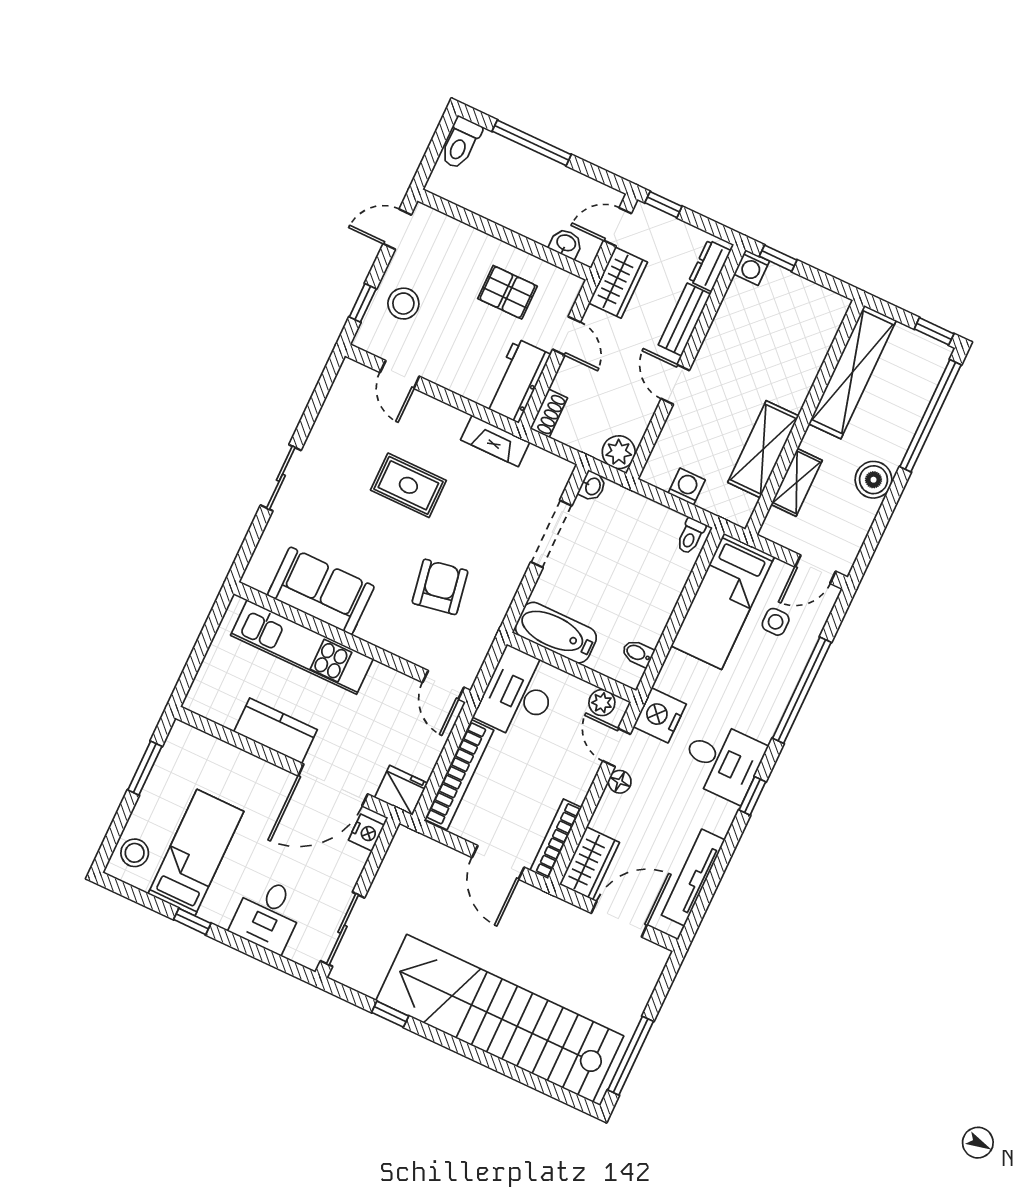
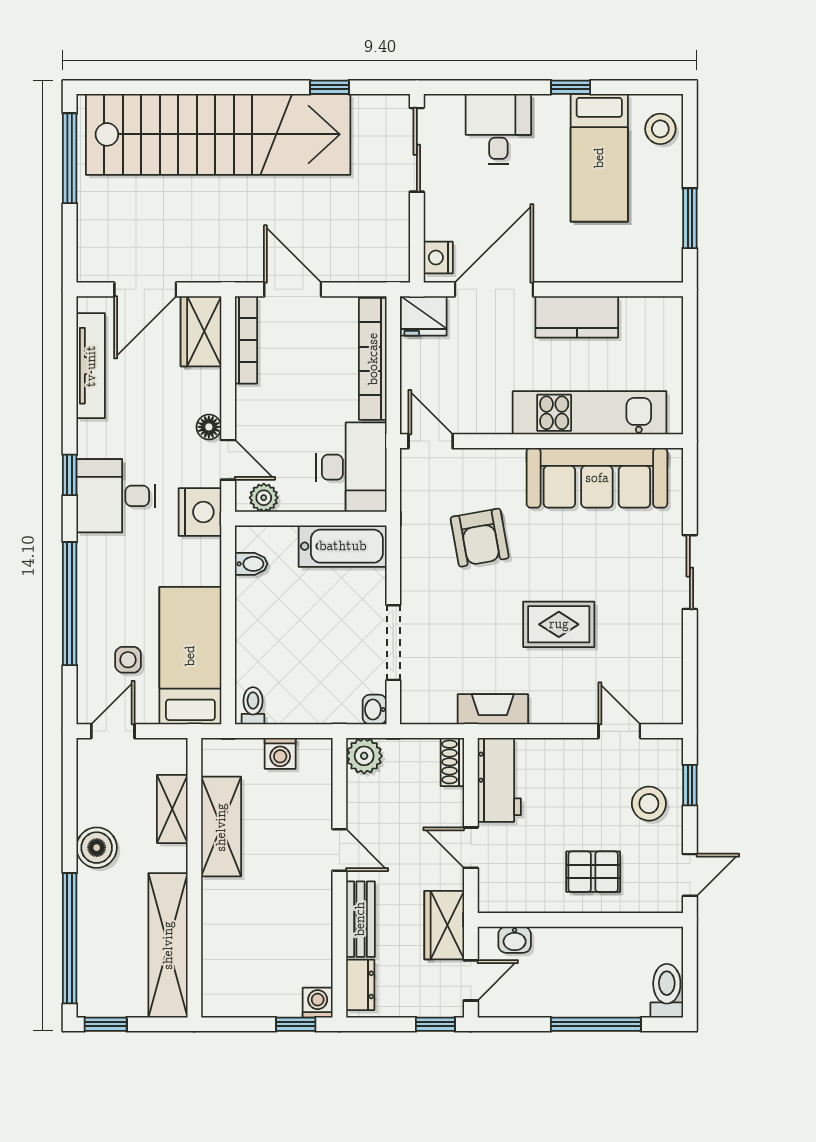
pallet: (507, 292) -> (593, 872), moved
sofa: (321, 591) -> (597, 478), width x1.36

